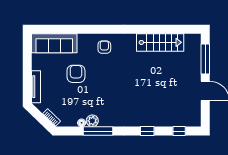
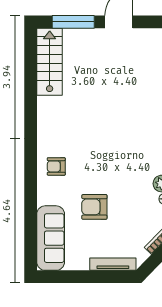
stairs: (160, 42) -> (50, 62), moved

